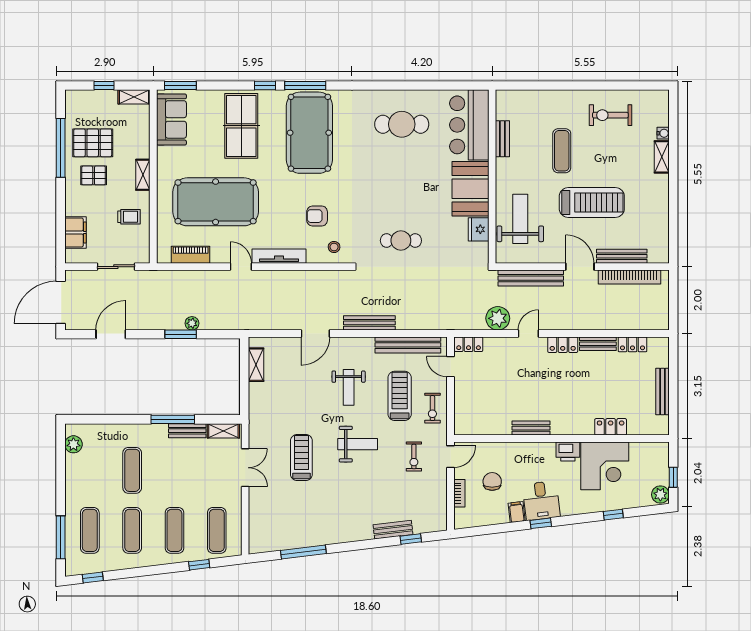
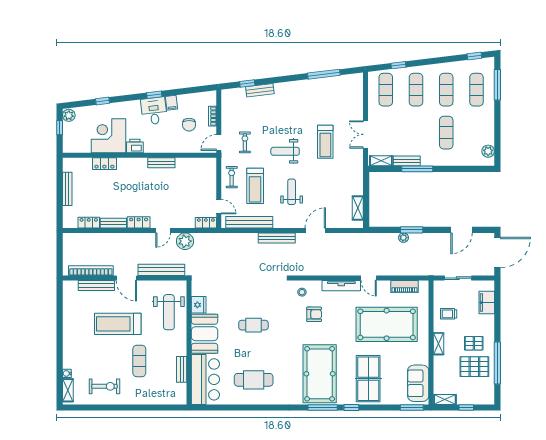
shelving: (662, 157) -> (68, 390), moved
cafe table: (401, 241) -> (253, 325), moved

